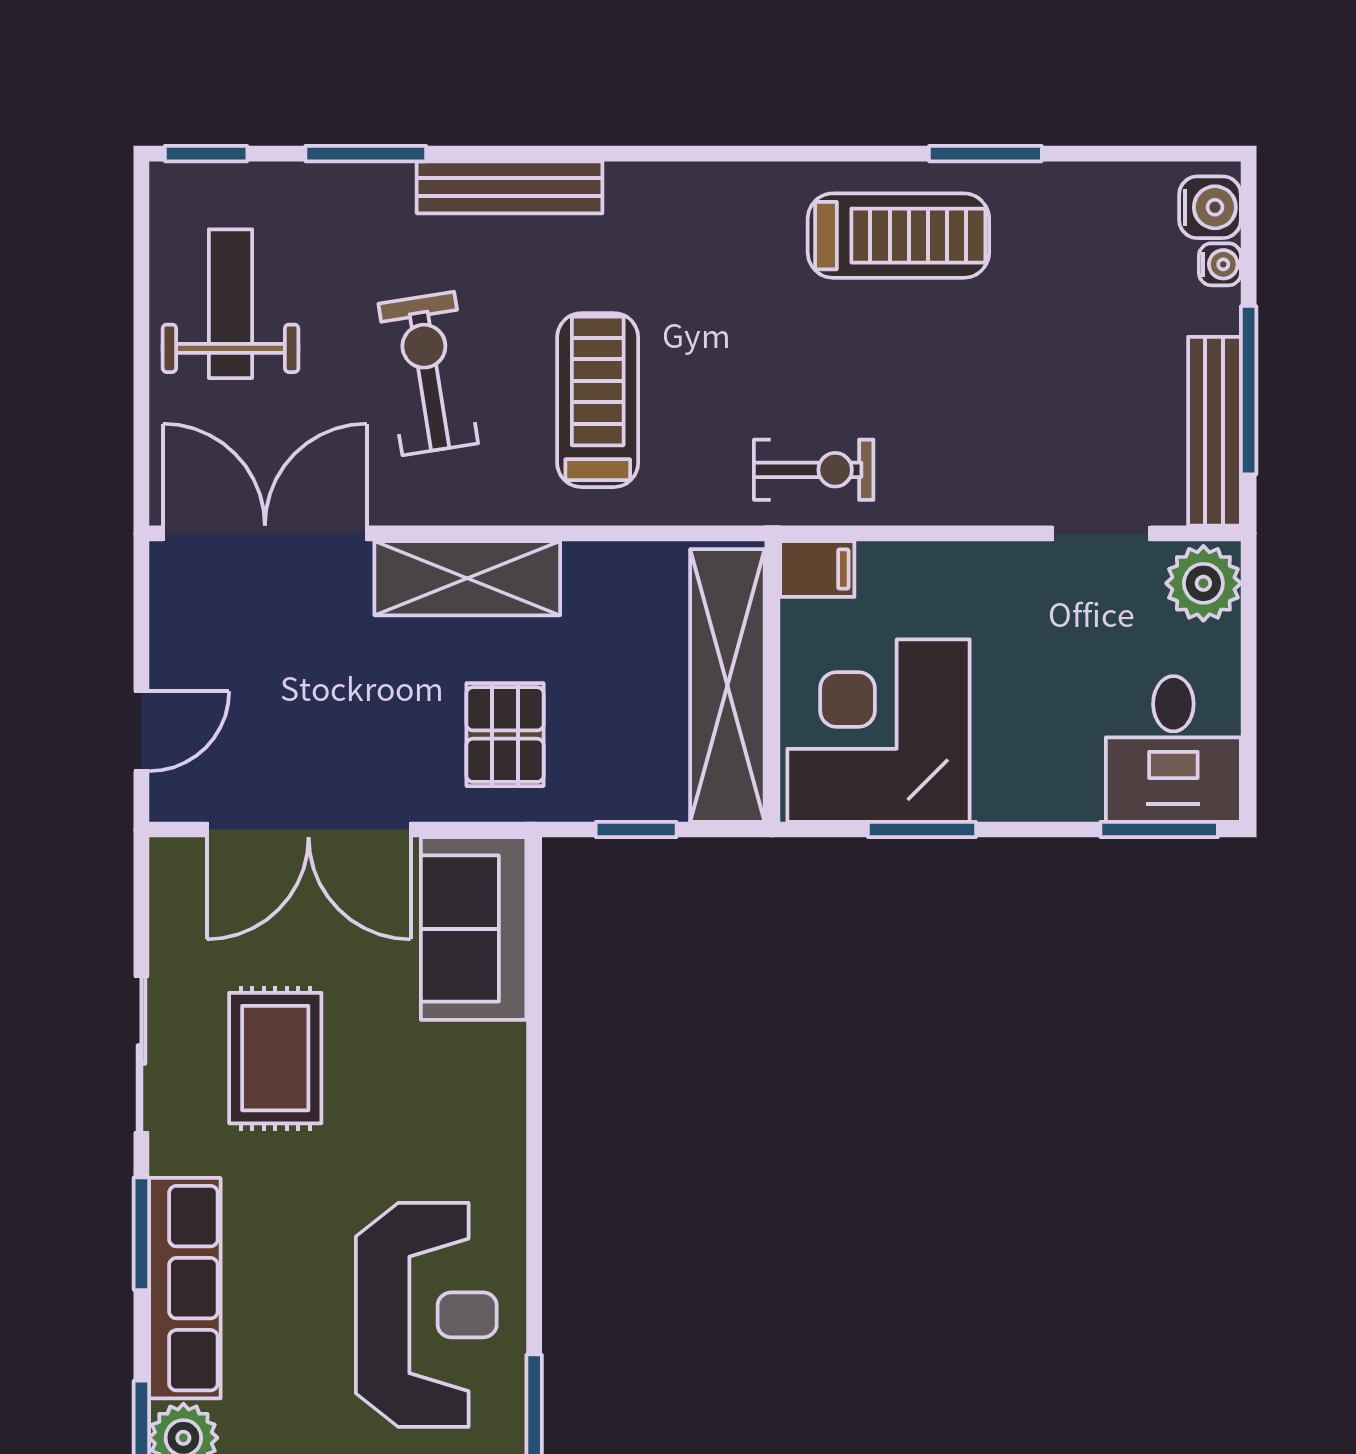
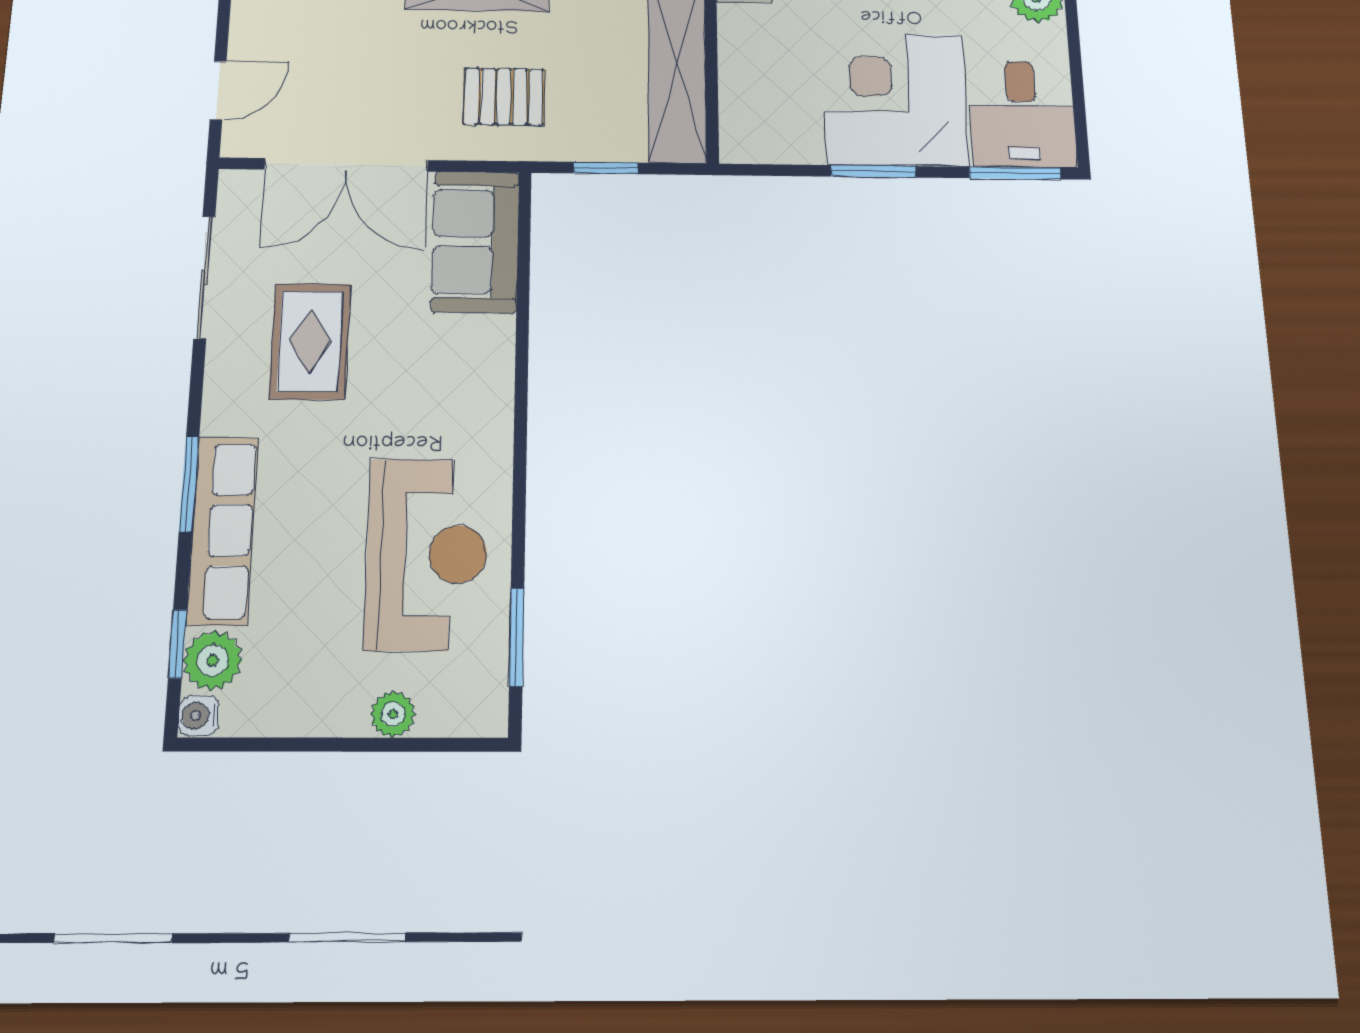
corner desk: (879, 731) -> (895, 99), moved
pallet: (505, 735) -> (504, 97), turned 90
window: (922, 829) -> (873, 171), moved
sliding door: (141, 1055) -> (204, 277), moved

